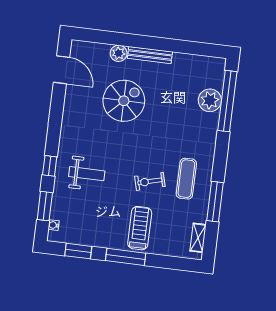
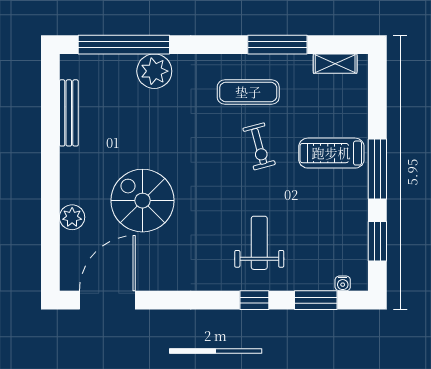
bench: (150, 55) -> (69, 113), moved
door: (61, 70) -> (107, 300), width x1.36
plant: (210, 100) -> (154, 71), moved

